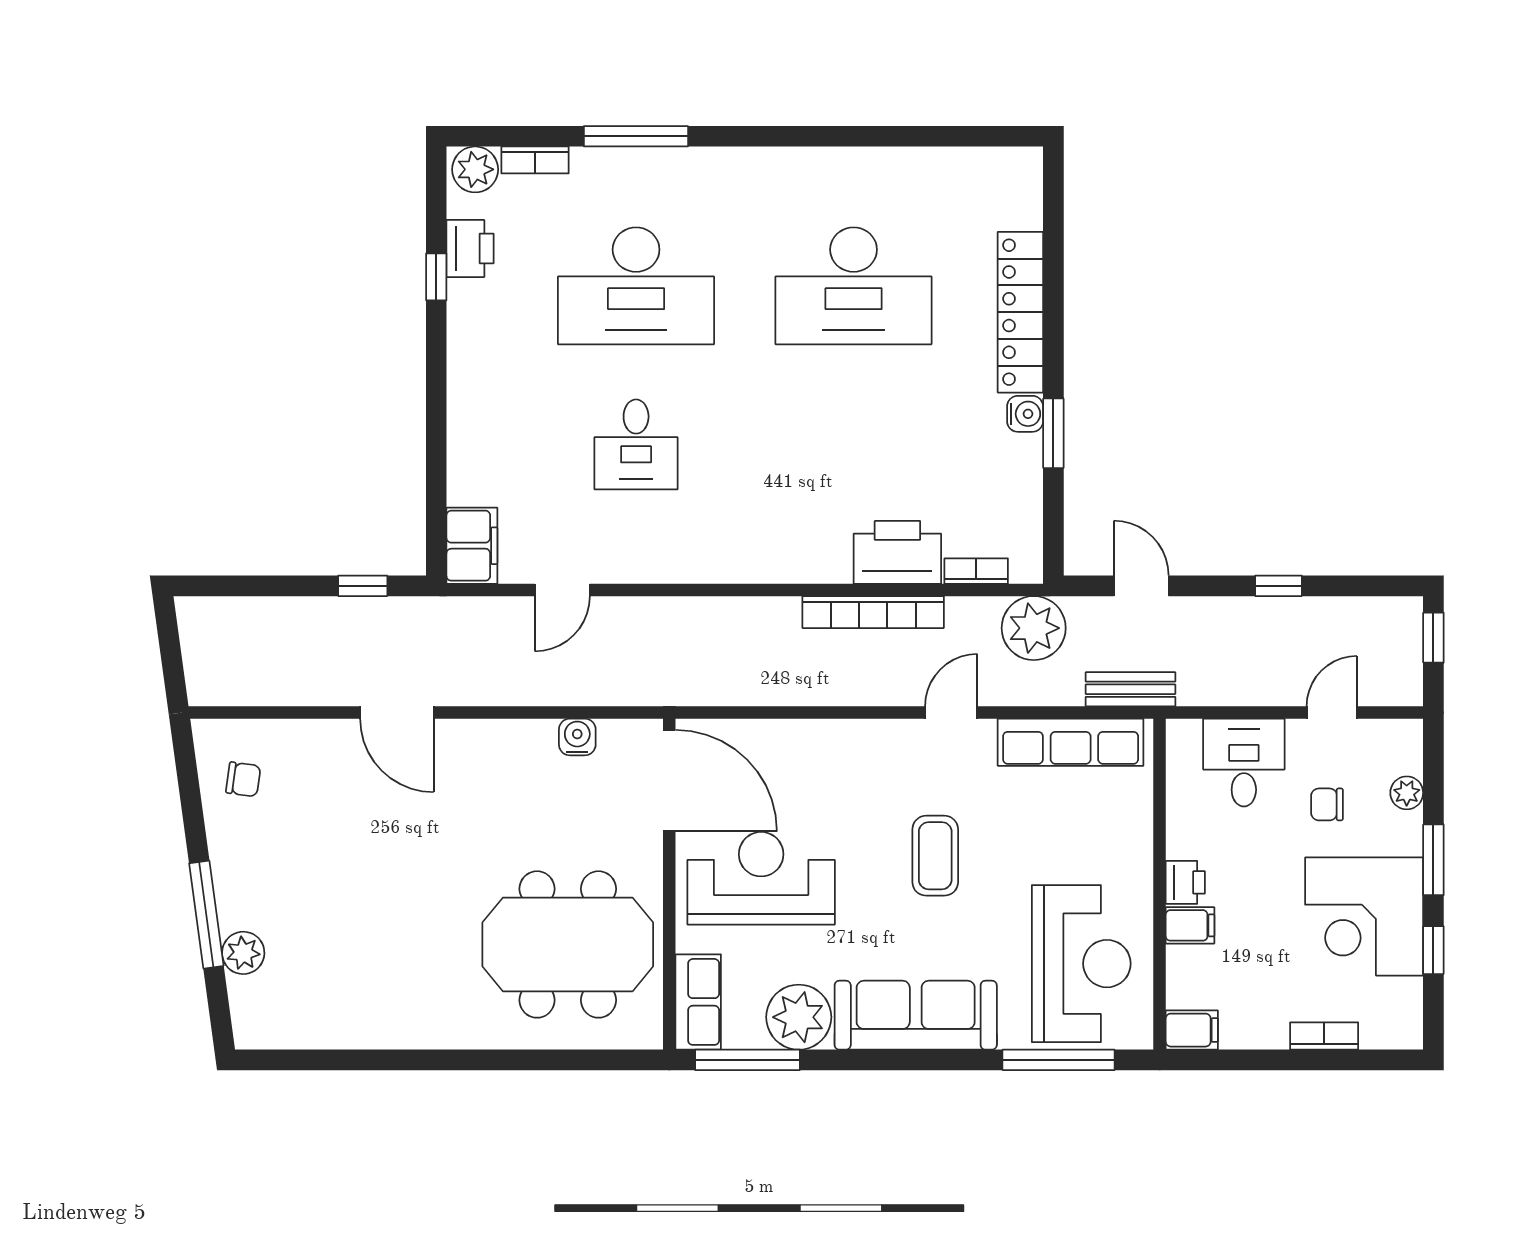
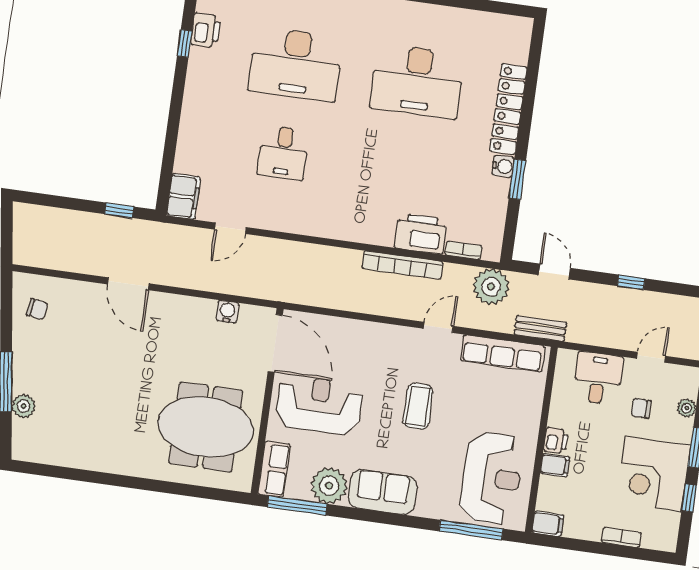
sofa: (916, 1015) -> (383, 492), width x0.73

